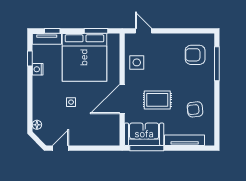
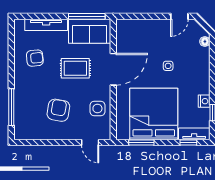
armchair: (195, 55) -> (58, 110), moved, turned -80

